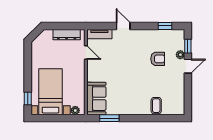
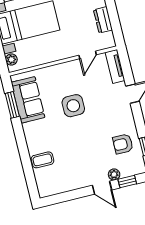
dresser: (67, 35) -> (103, 20), width x0.70
armchair: (158, 59) -> (123, 144), moved, turned 90
side table: (121, 73) -> (73, 106), added
sofa: (96, 99) -> (28, 100), moved, turned -90

